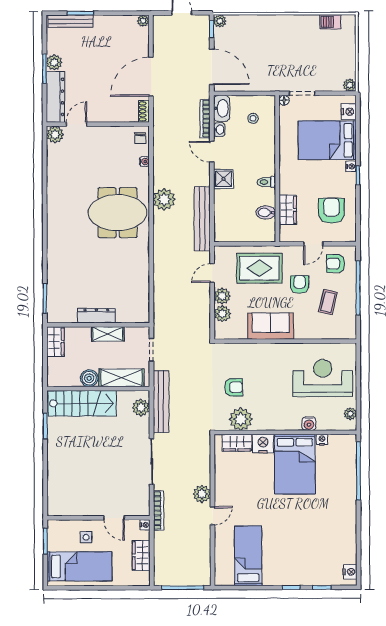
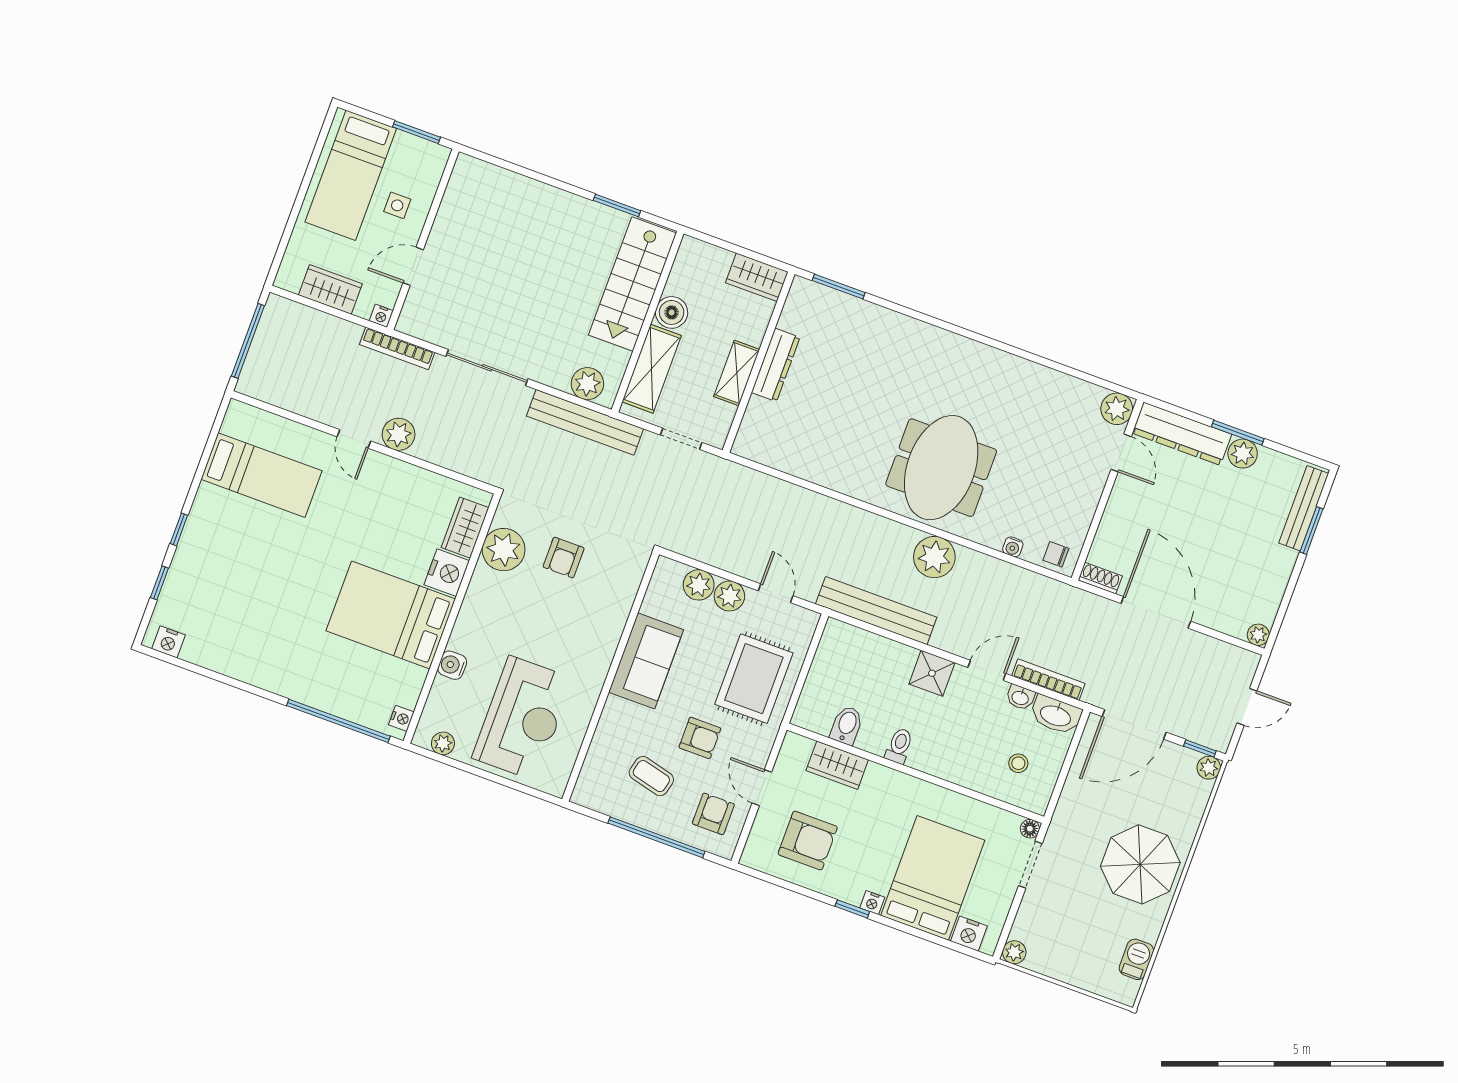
parasol: (282, 38) -> (1140, 864), added
nightstand: (322, 440) -> (401, 718), moved

